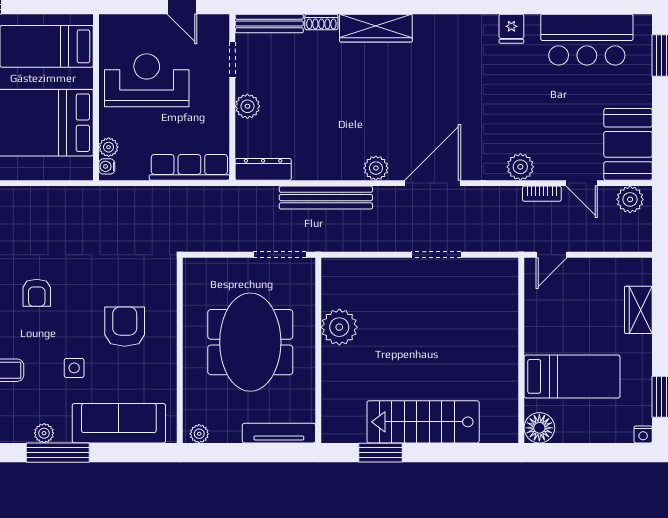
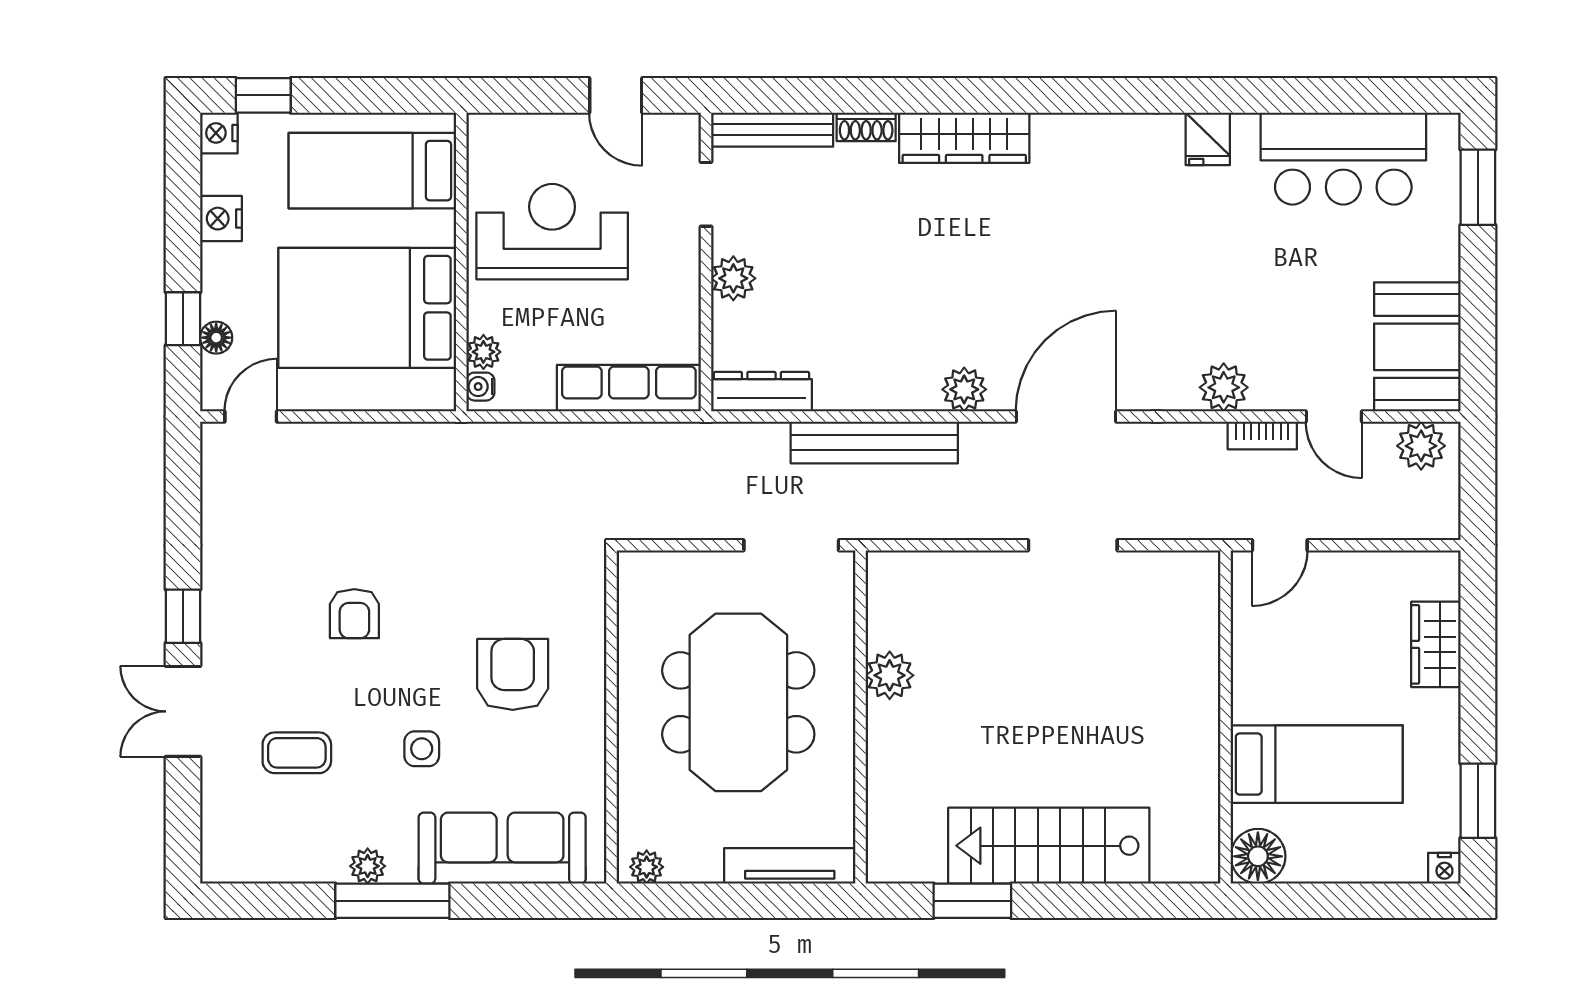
plant: (339, 327) -> (890, 675), width x0.73, depth x0.73

